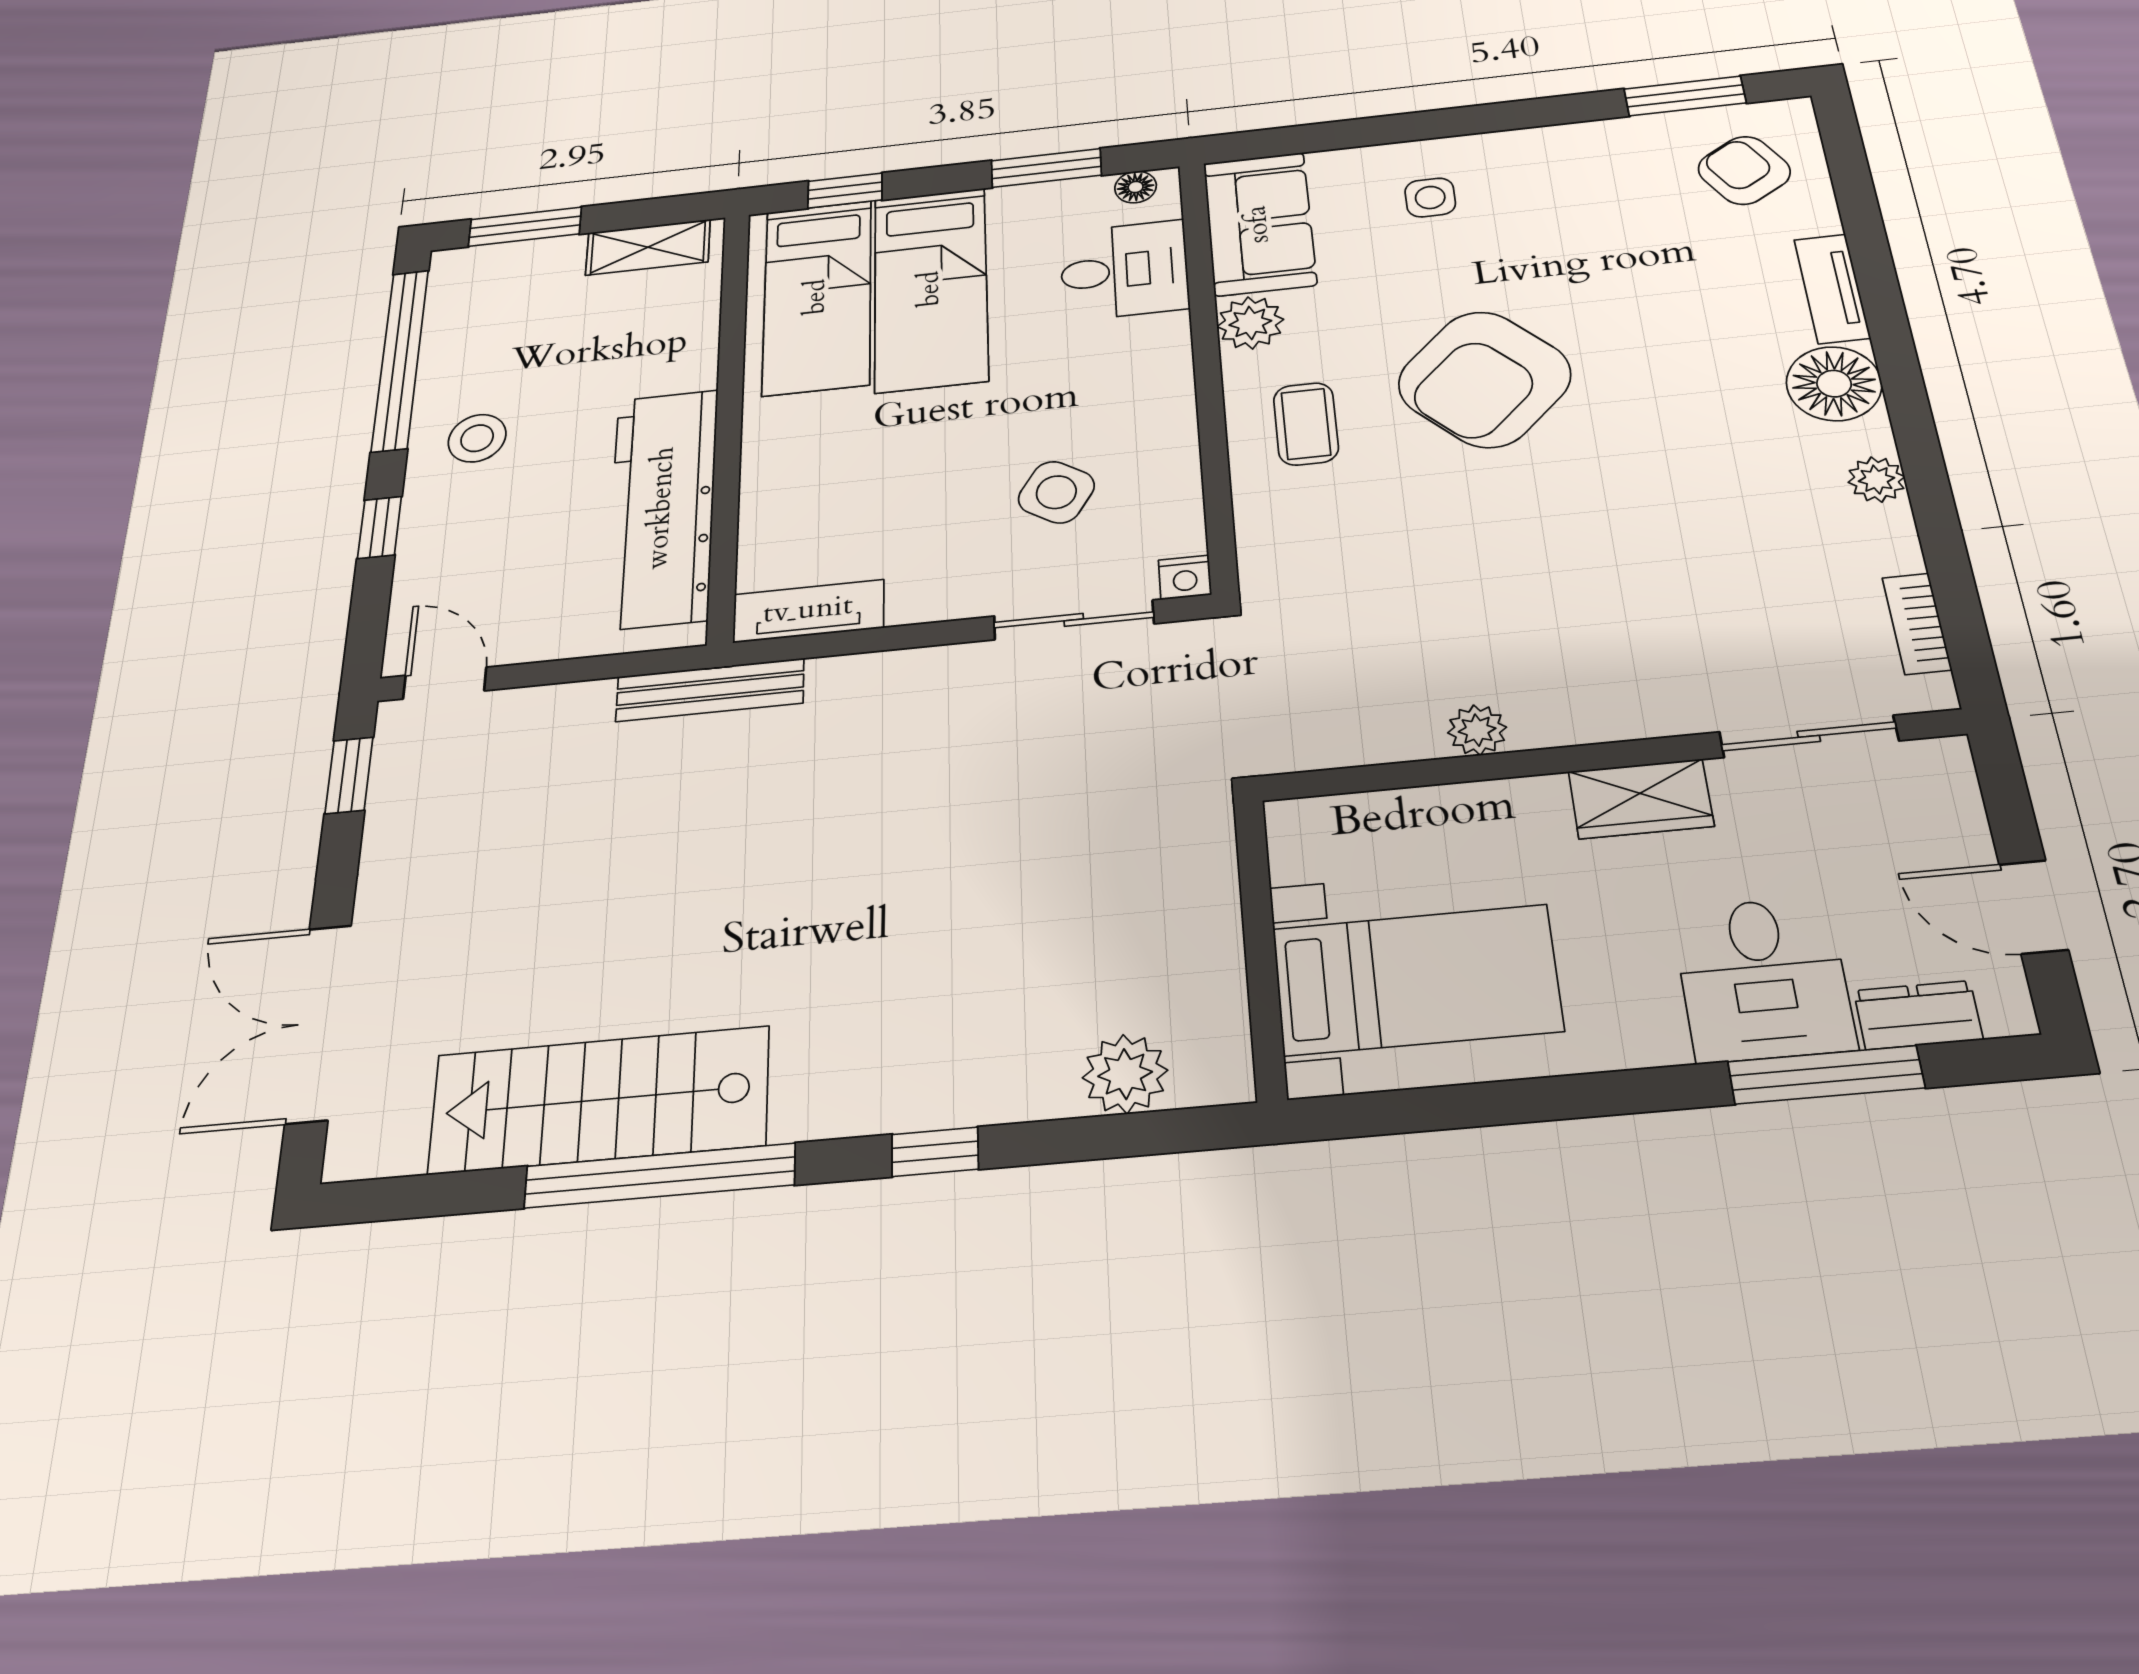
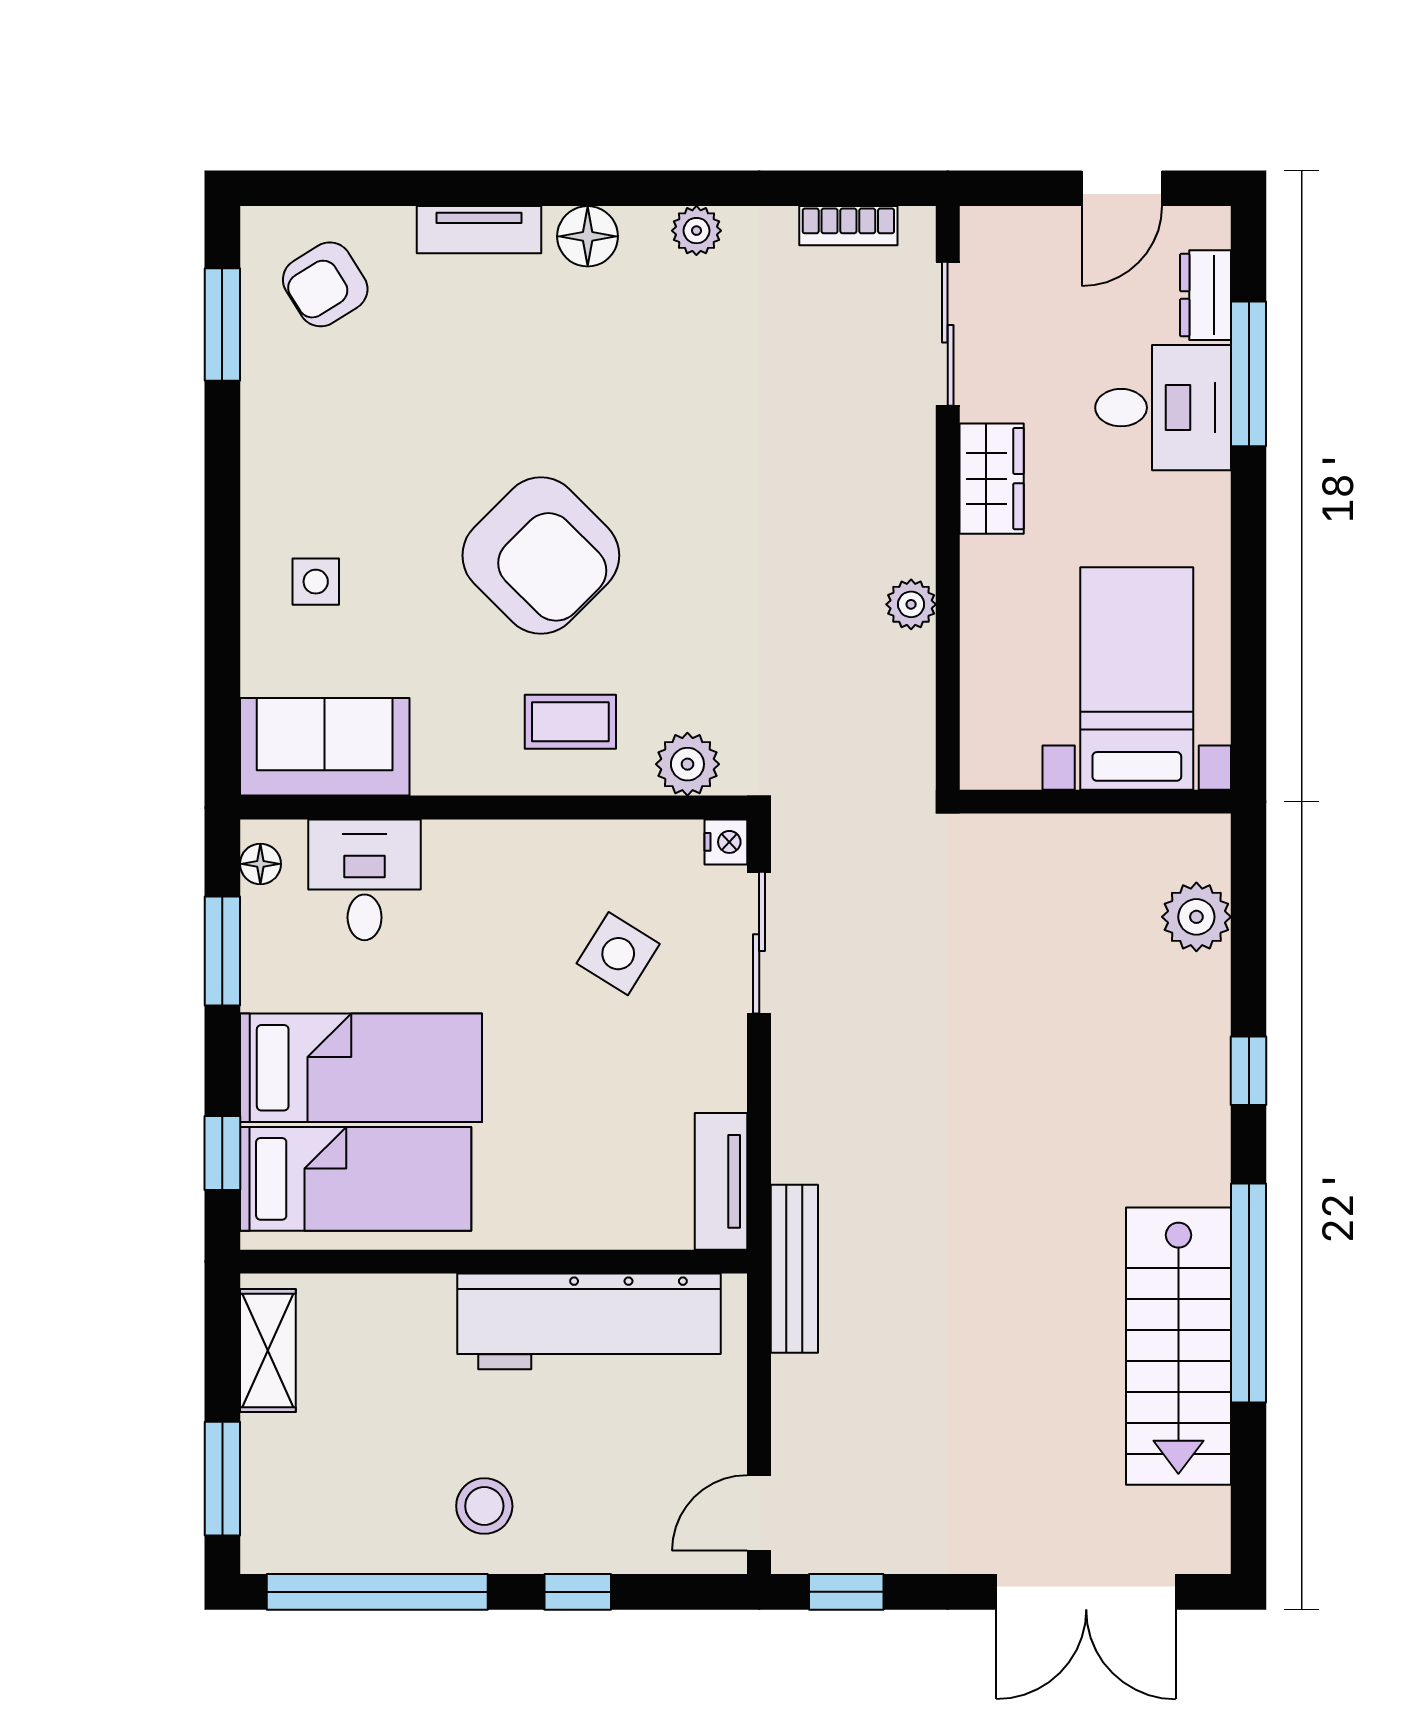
plant: (1250, 323) -> (687, 764), moved
floor lamp: (1834, 384) -> (588, 236), width x0.73, depth x0.73

